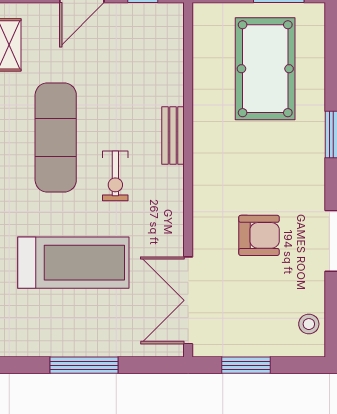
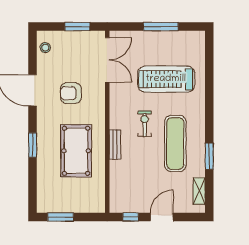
pool table: (265, 69) -> (76, 151), moved

